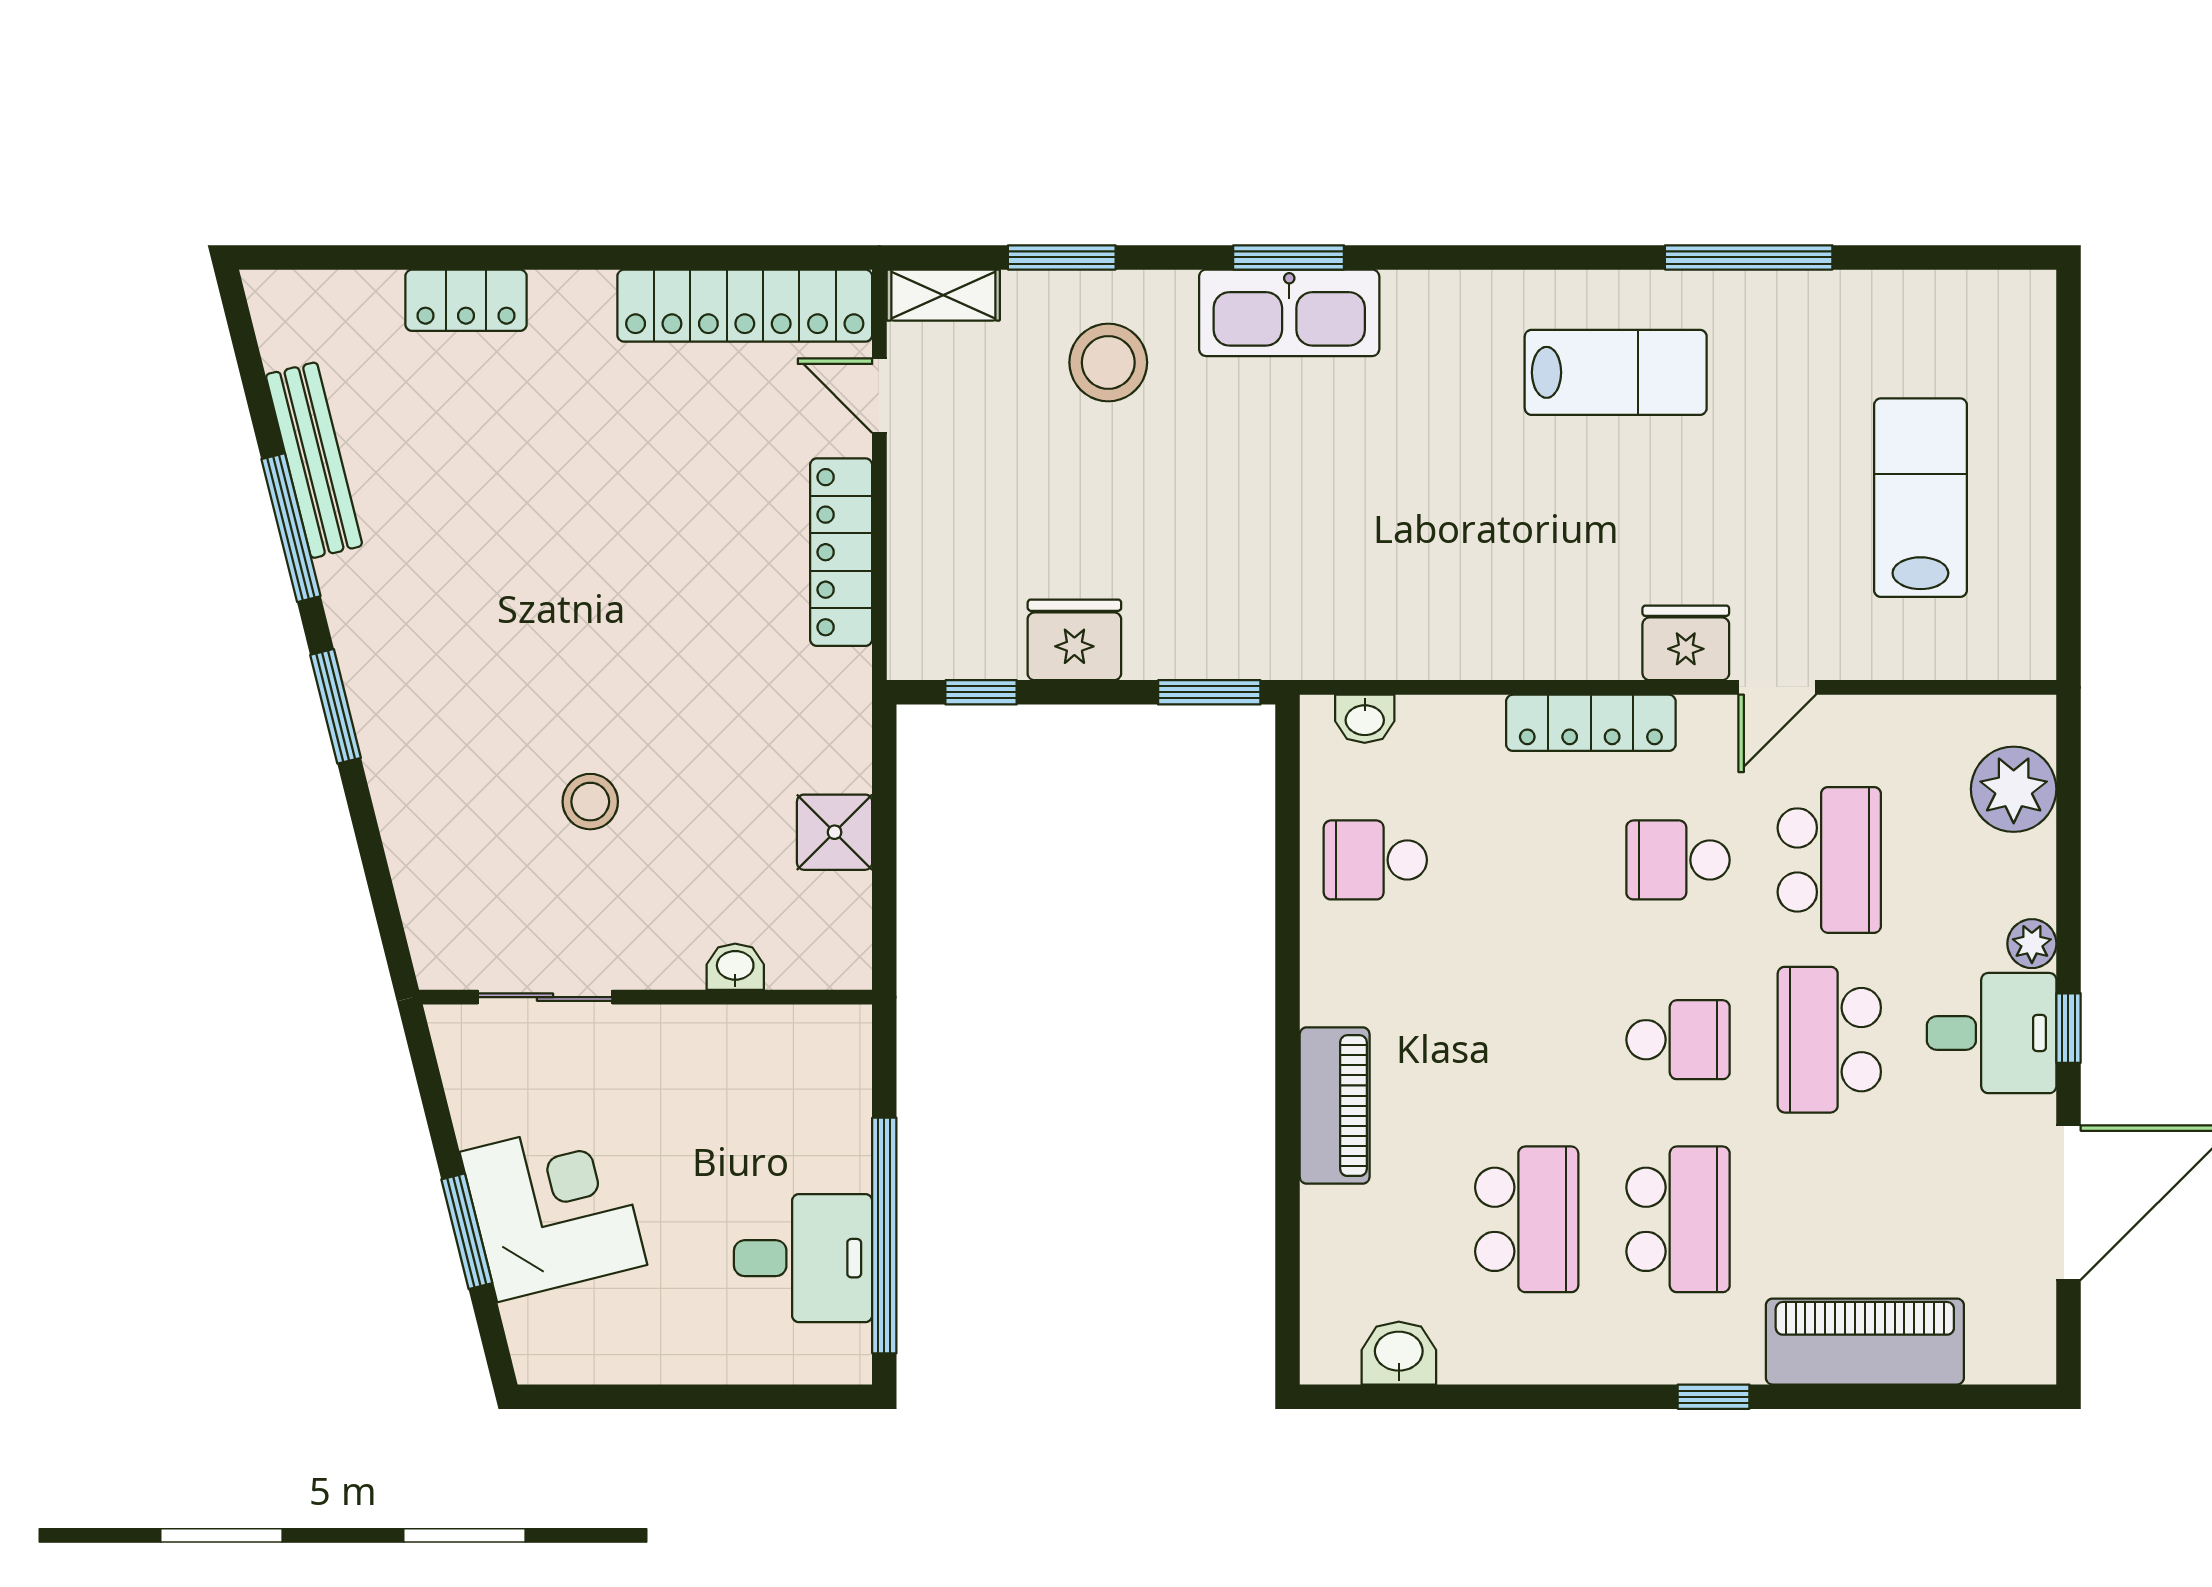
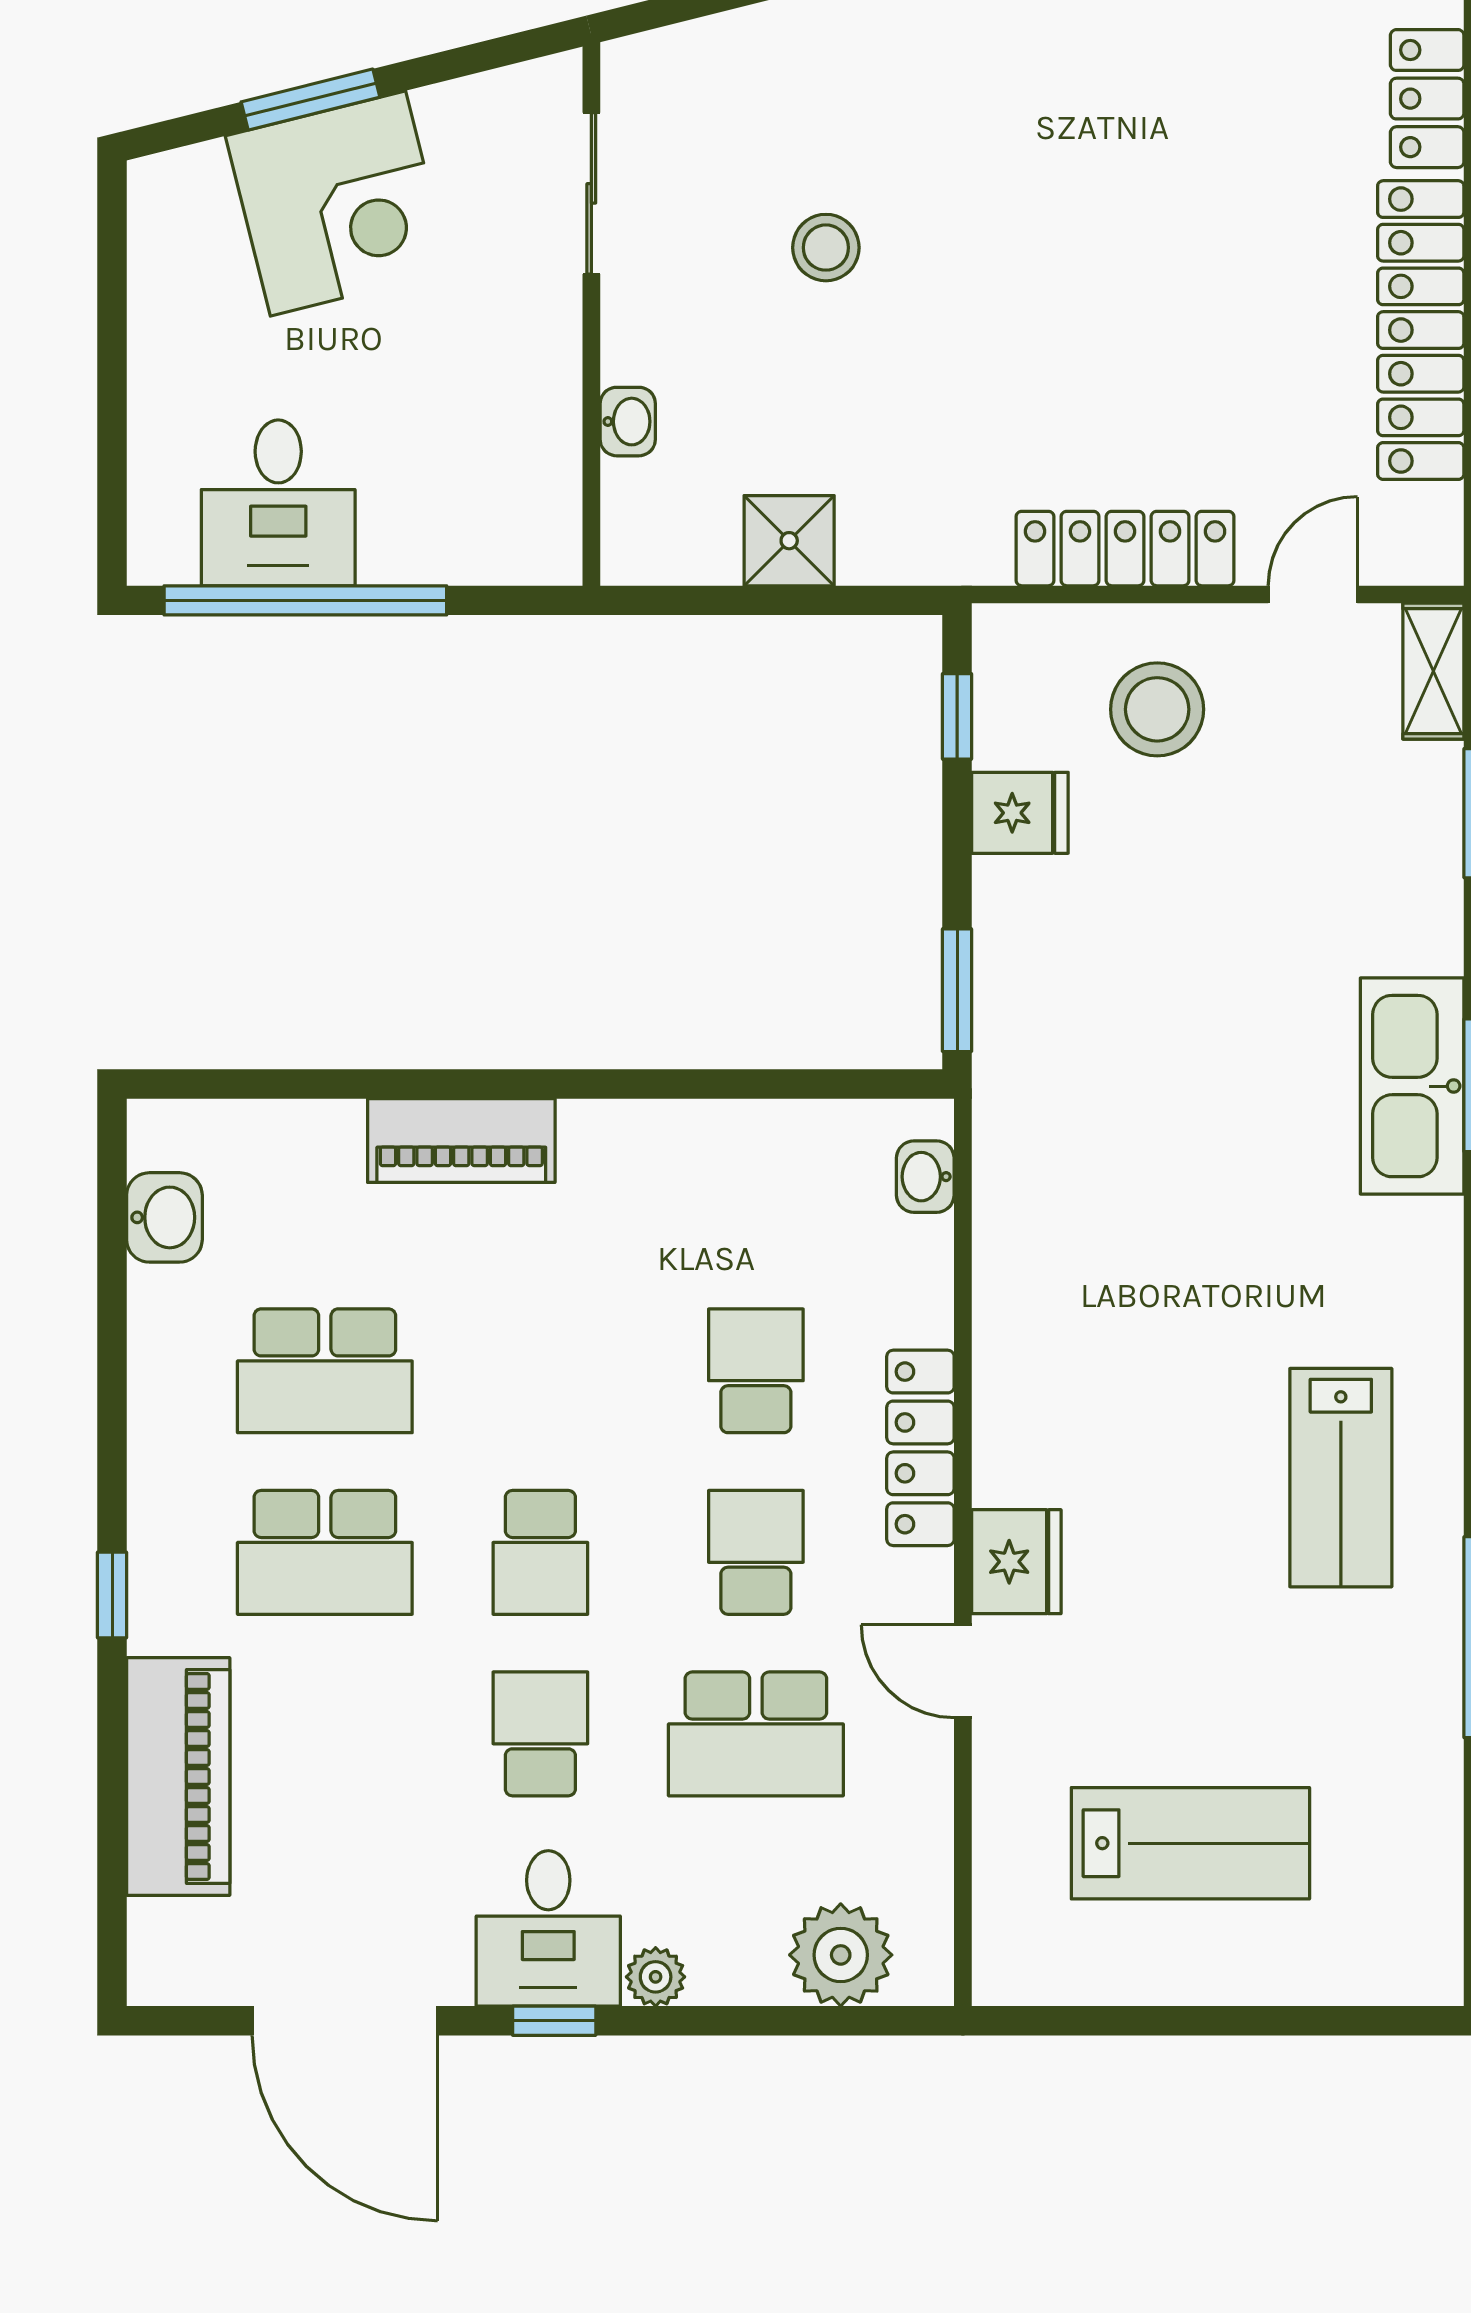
locker: (745, 306) -> (1421, 330), moved
stool: (1108, 362) -> (1157, 709), moved
fridge: (1074, 640) -> (1020, 813), width x0.72
school desk: (1375, 860) -> (756, 1371), moved
school desk: (1829, 1040) -> (540, 1734), width x0.54

